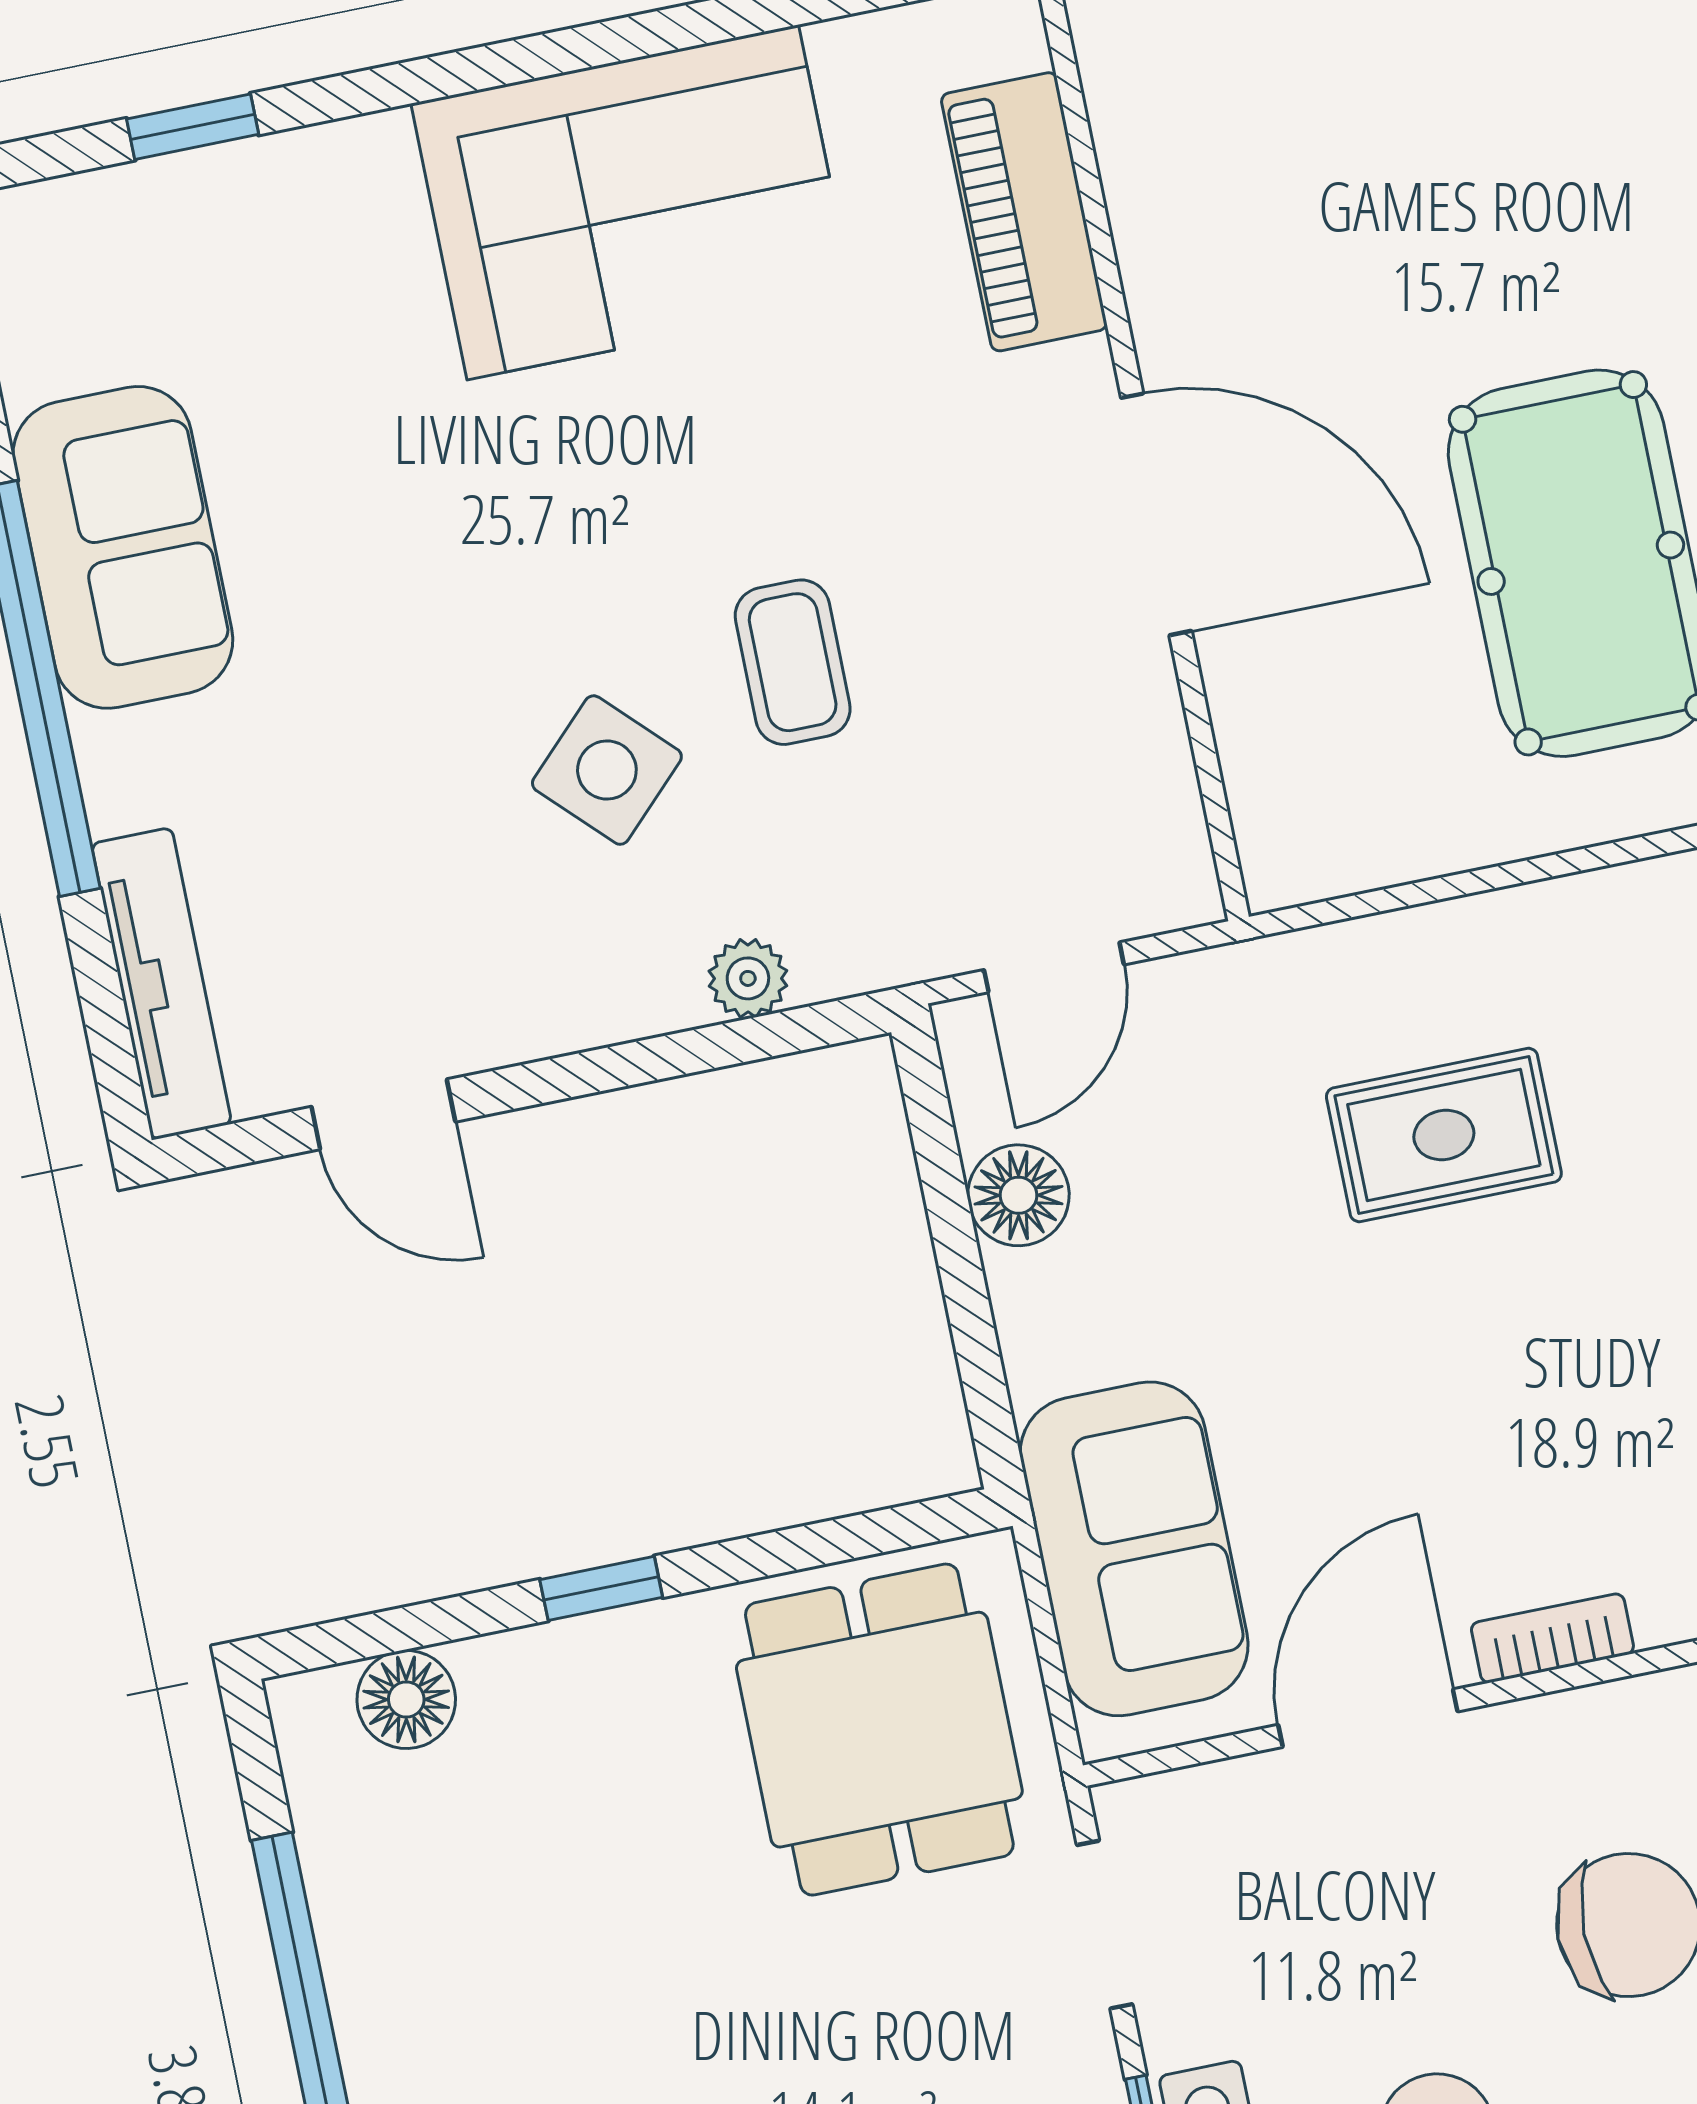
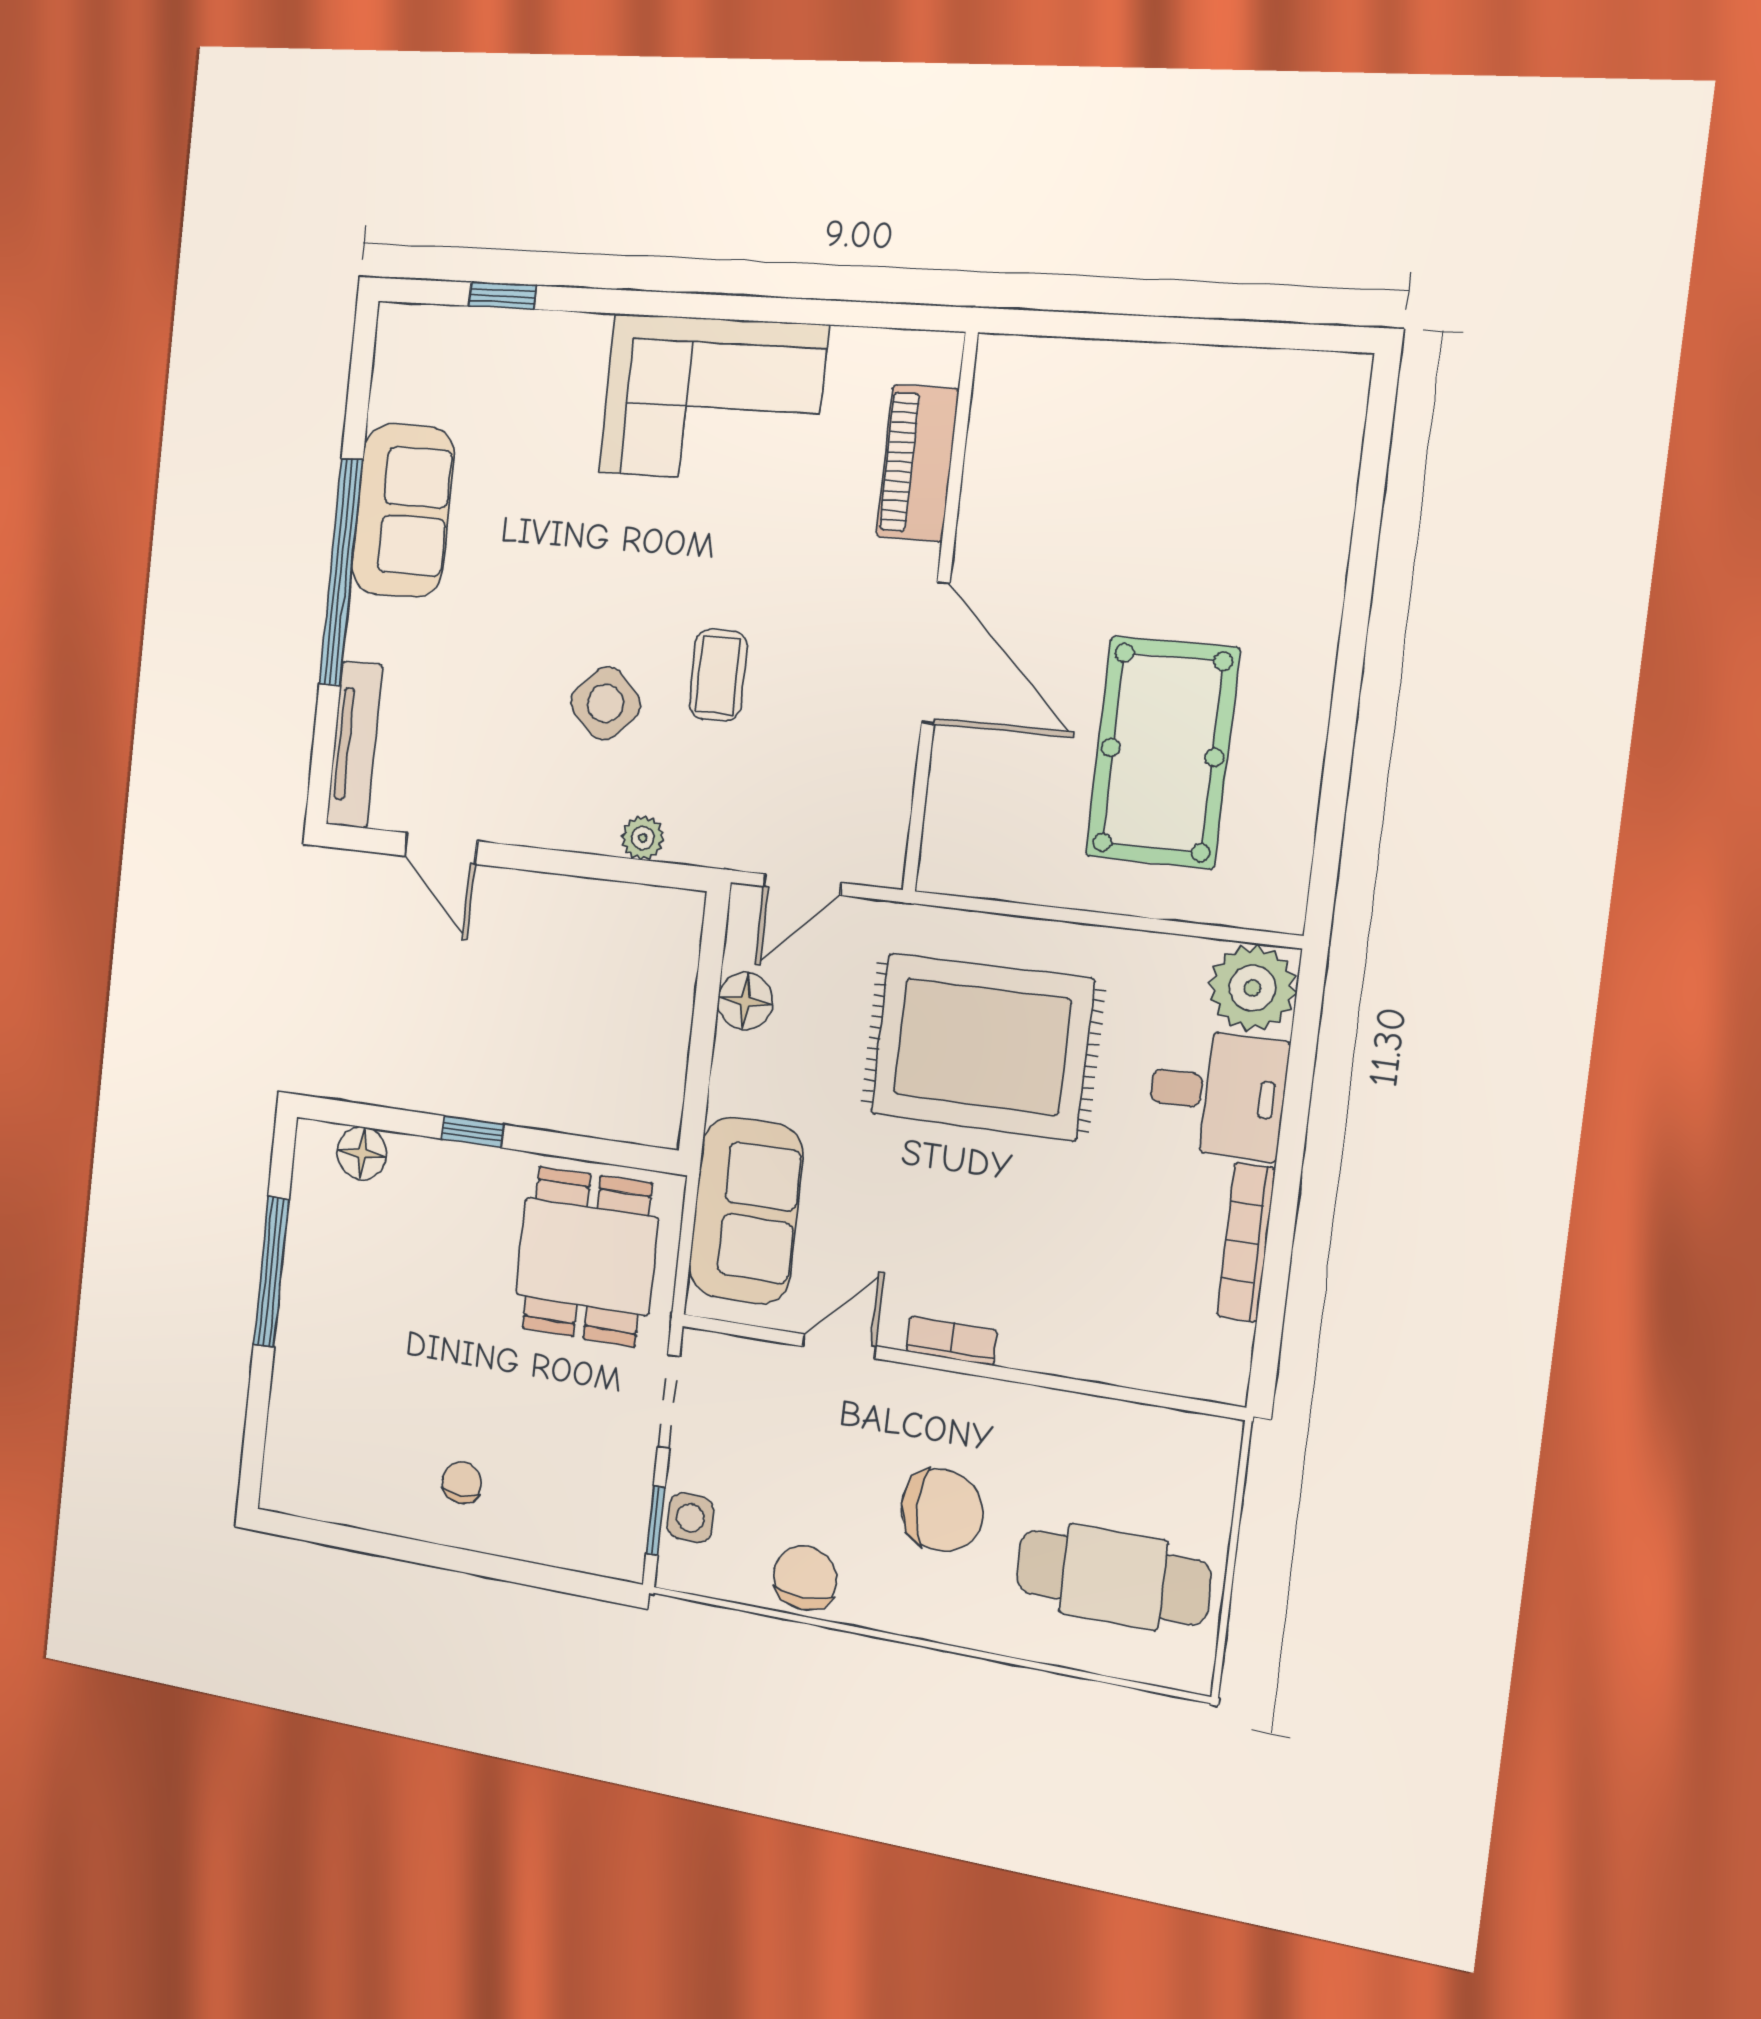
rug: (1444, 1135) -> (982, 1047), width x1.86, depth x2.06
door: (1368, 1718) -> (839, 1346), width x0.73

